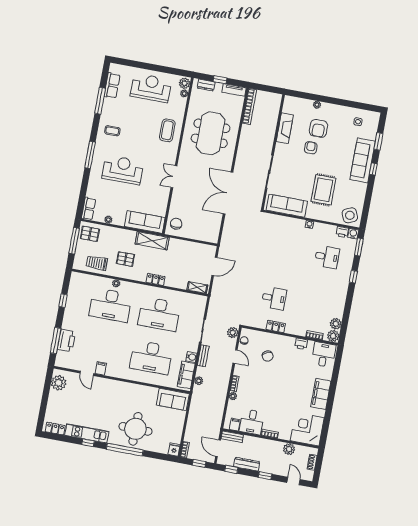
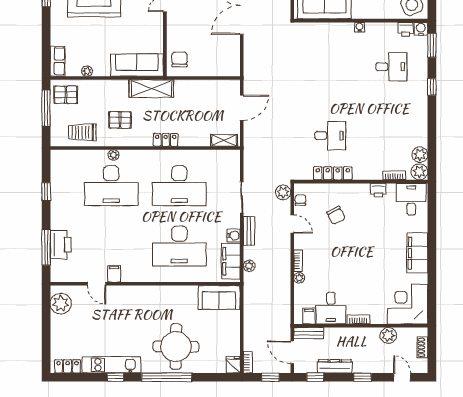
locker: (276, 326) -> (333, 173), width x1.53

